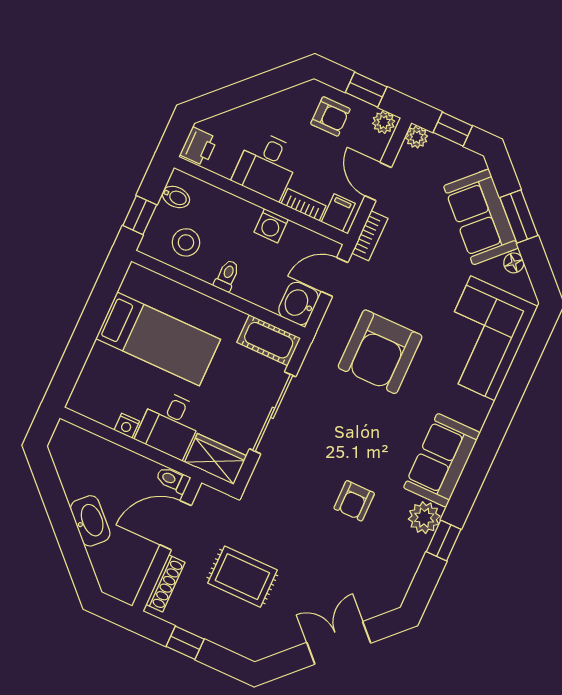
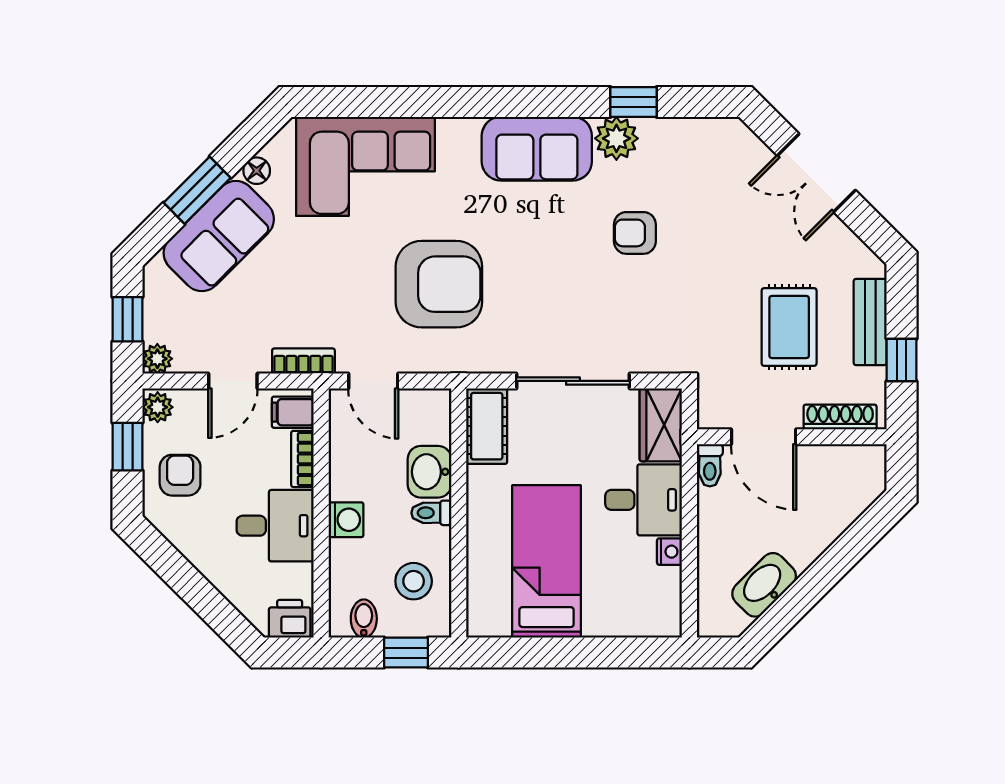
washing machine: (271, 226) -> (346, 520), moved
washbasin: (298, 303) -> (429, 472), moved, turned 90
armchair: (354, 501) -> (635, 233), turned 180
washbasin: (90, 521) -> (764, 585), moved
bench: (221, 633) -> (870, 322), added

